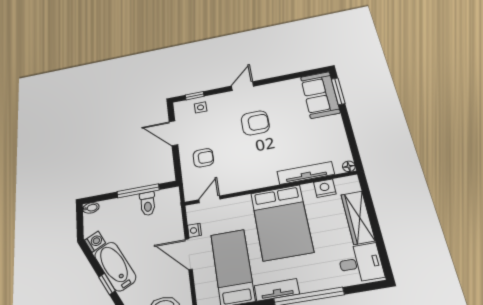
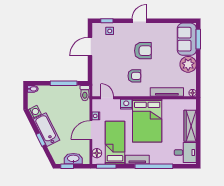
plant: (331, 127) -> (188, 64), added
door: (173, 133) -> (90, 47), hinge flipped
armchair: (203, 158) -> (134, 76), moved
nightstand: (325, 188) -> (126, 104), moved
door: (209, 199) -> (107, 98), hinge flipped
toilet: (148, 204) -> (85, 93), moved
door: (189, 254) -> (91, 130), hinge flipped
floor lamp: (204, 291) -> (97, 153), added

